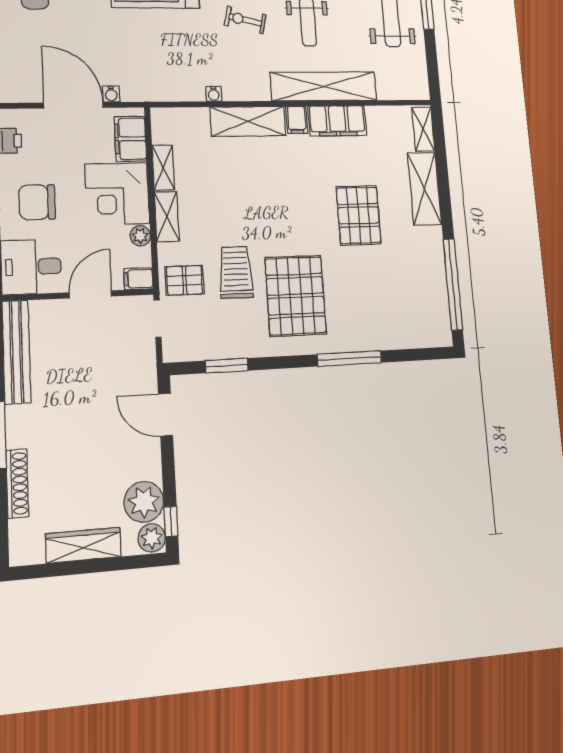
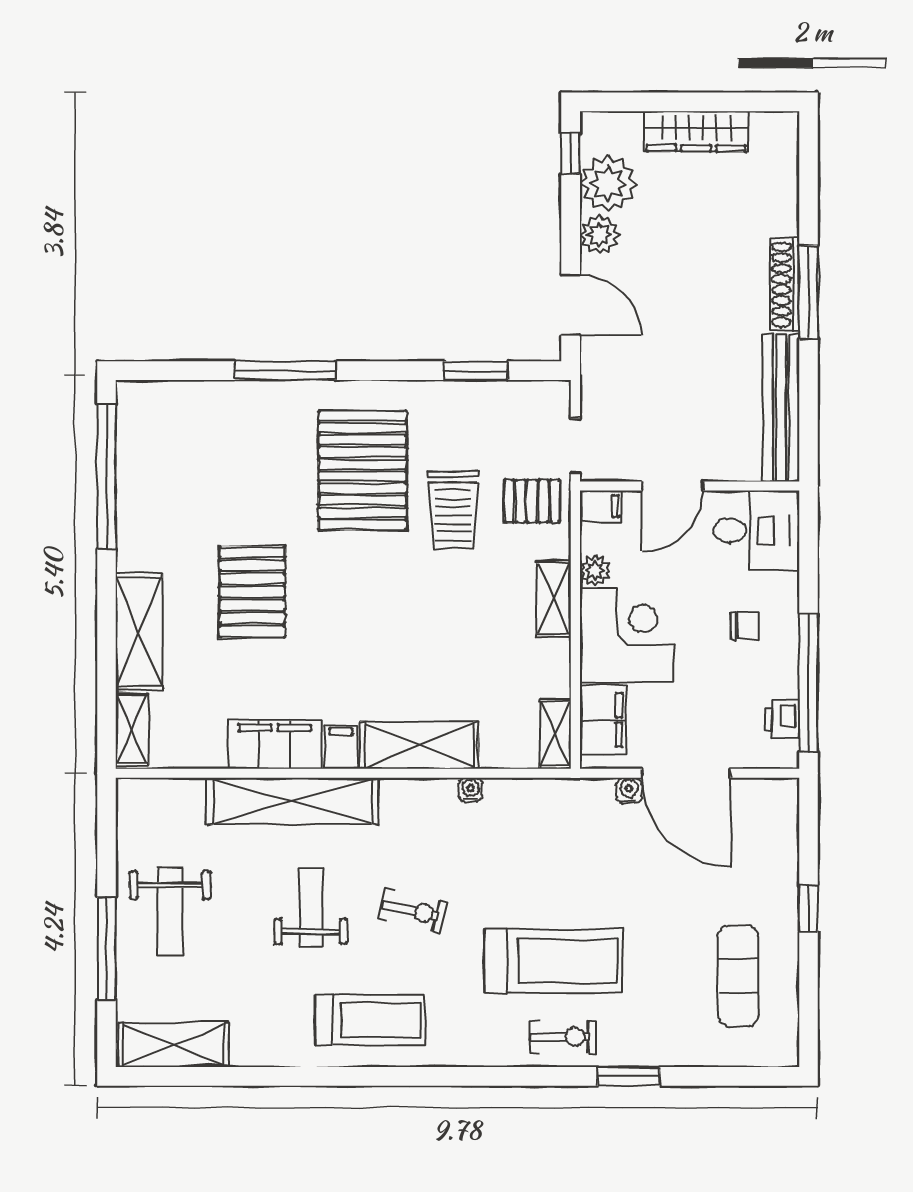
shelving: (163, 168) -> (555, 734), moved
chair: (37, 202) -> (745, 626), width x0.54, depth x0.54
shoe rack: (17, 483) -> (785, 284), moved
plant: (152, 538) -> (599, 235), moved

